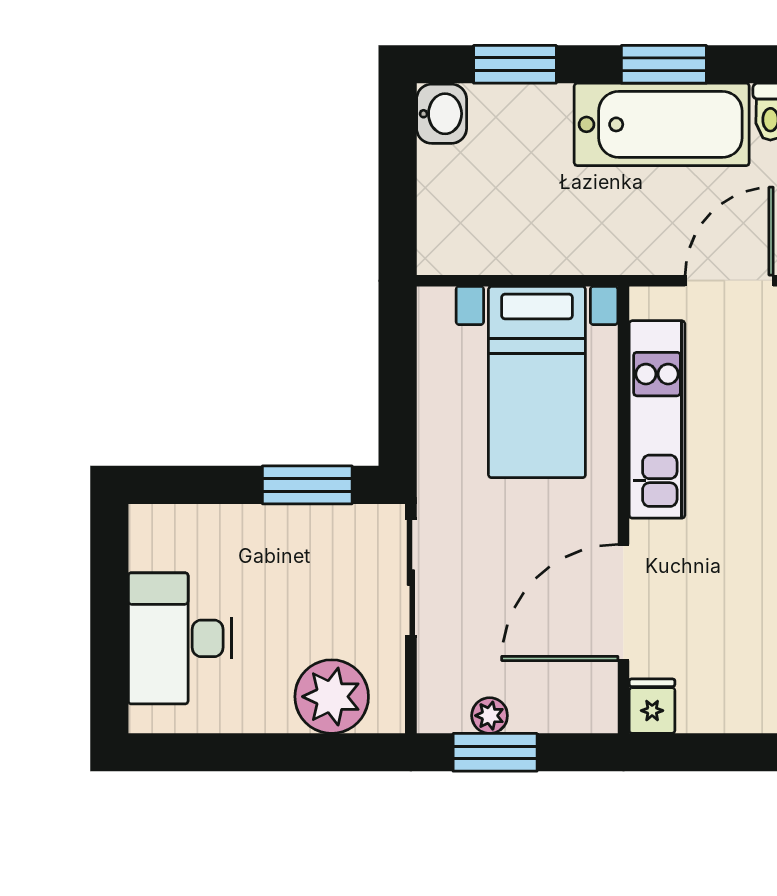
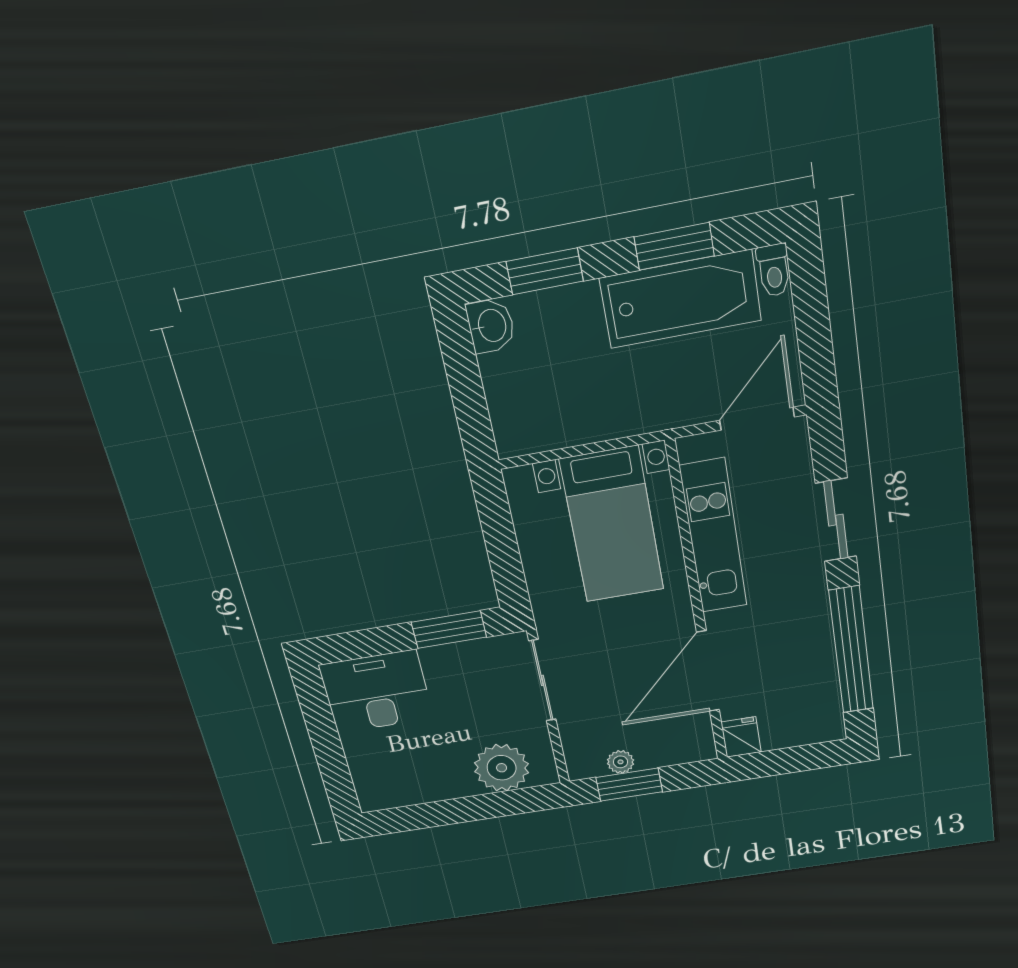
desk: (180, 638) -> (376, 692), moved, turned 90

